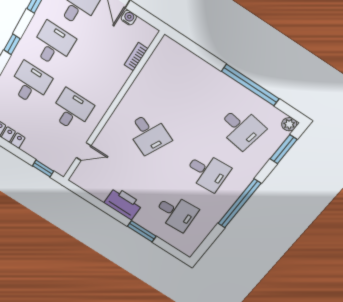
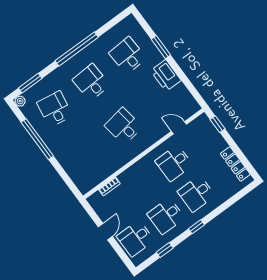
water cooler: (129, 18) -> (103, 216), removed
desk: (148, 134) -> (123, 126), turned -33

